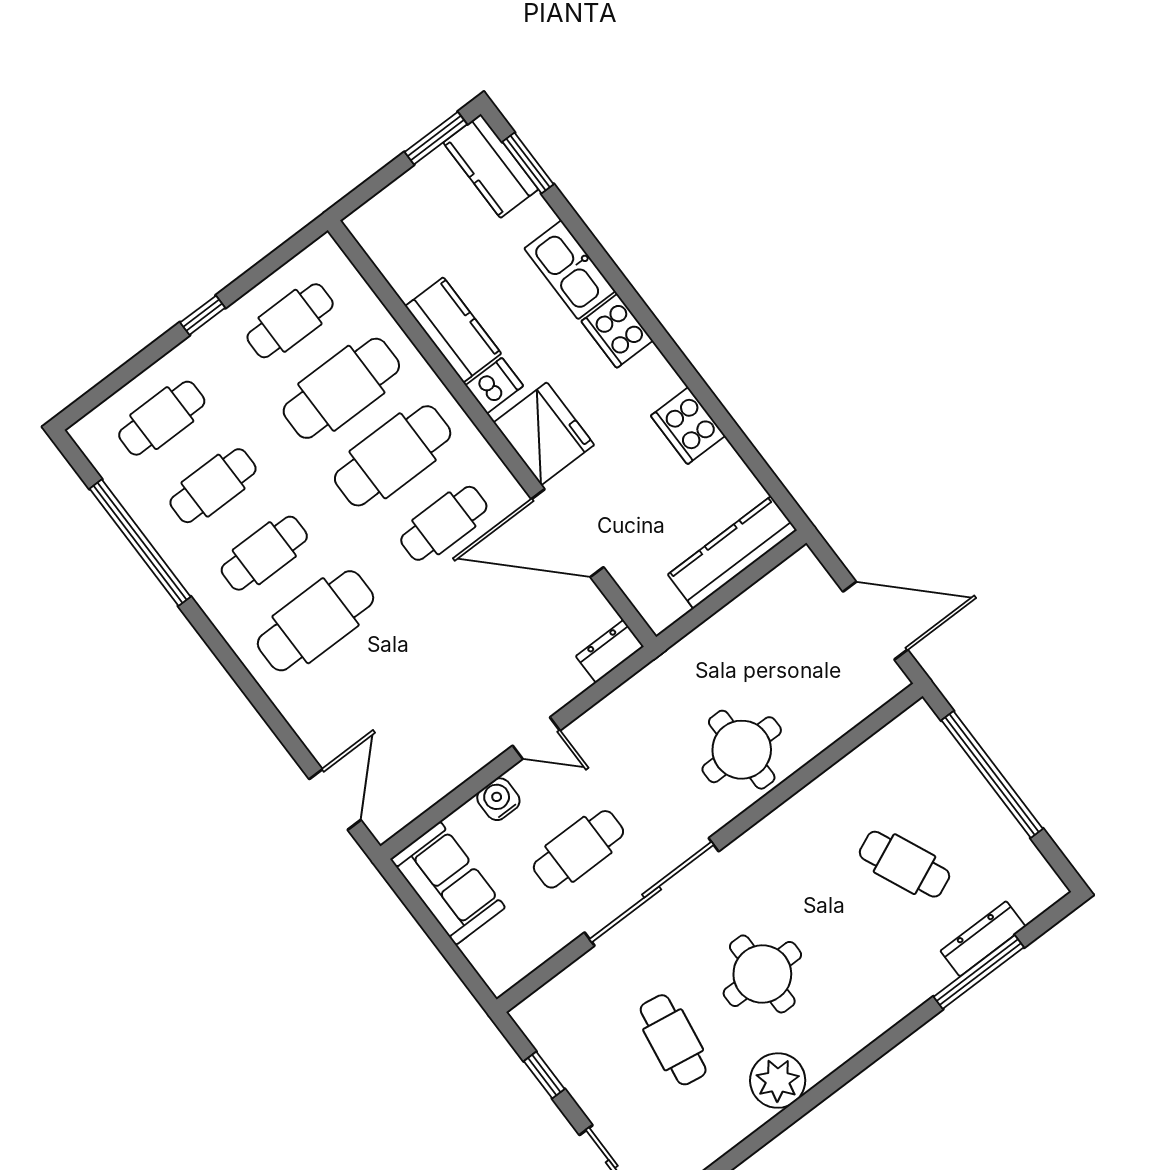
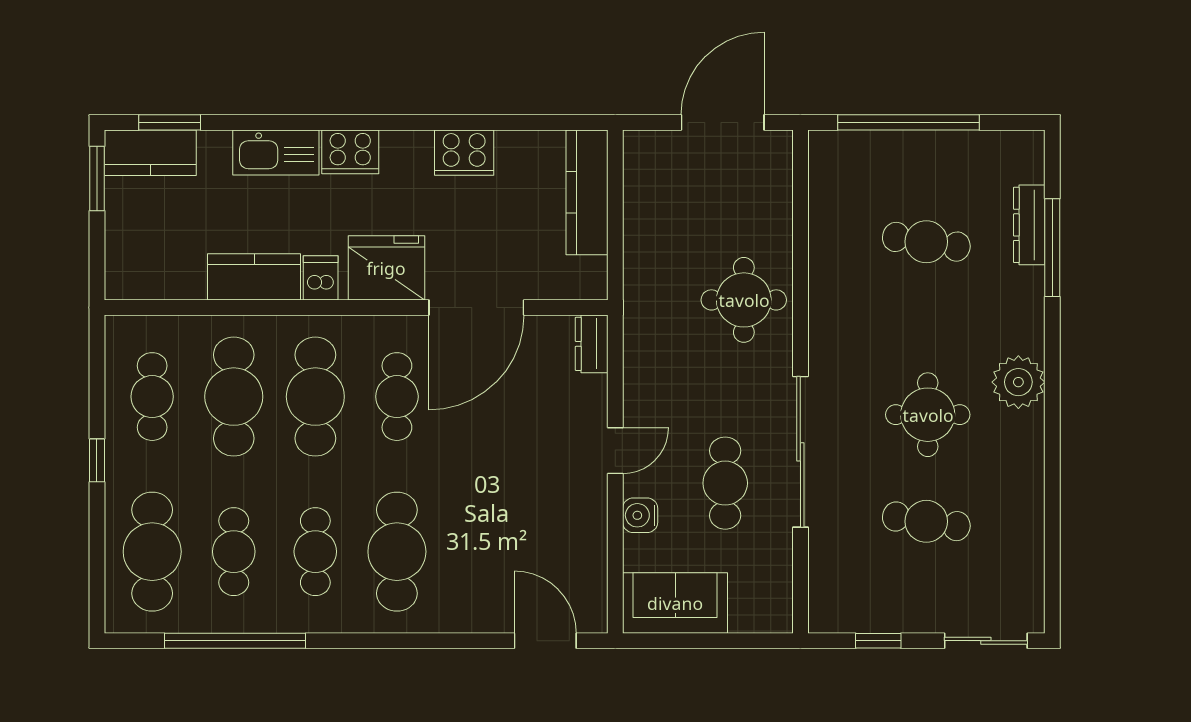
cafe table: (162, 418) -> (152, 552), width x1.37, depth x1.35
cafe table: (904, 864) -> (926, 242), turned 33
plant: (778, 1081) -> (1018, 382), moved

